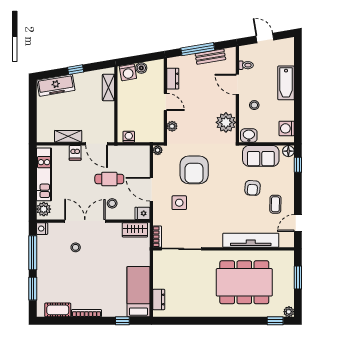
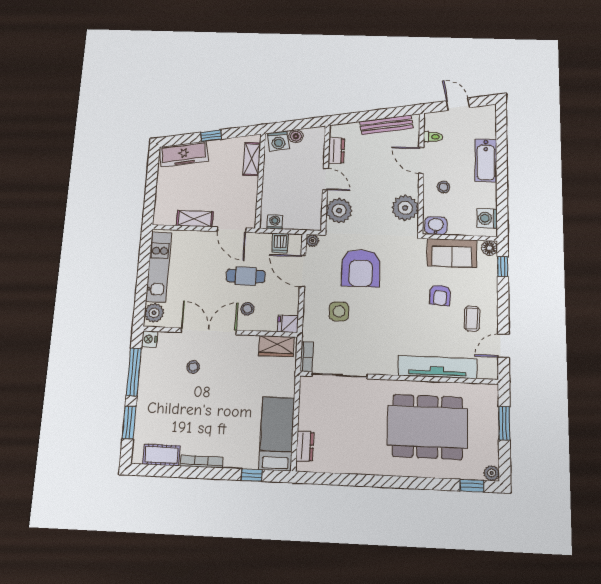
window: (198, 49) -> (370, 115), removed
bench: (210, 57) -> (386, 125), width x1.36
plant: (172, 126) -> (339, 211), width x1.88, depth x1.88
dishwasher: (75, 153) -> (280, 243), moved
door: (151, 189) -> (303, 271), moved

